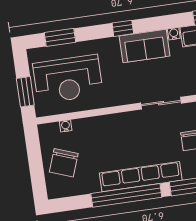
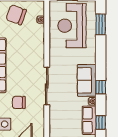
window: (123, 28) -> (101, 87), moved
sliding door: (161, 103) -> (47, 86), width x1.37

